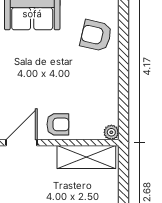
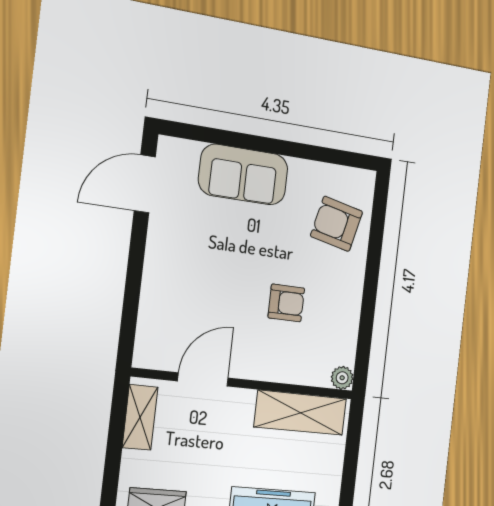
armchair: (58, 124) -> (286, 303), moved

